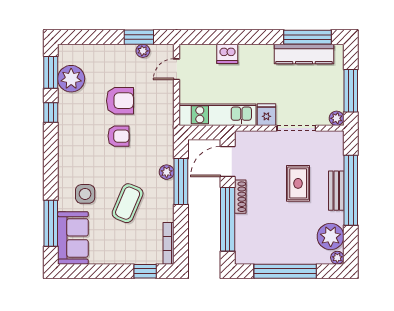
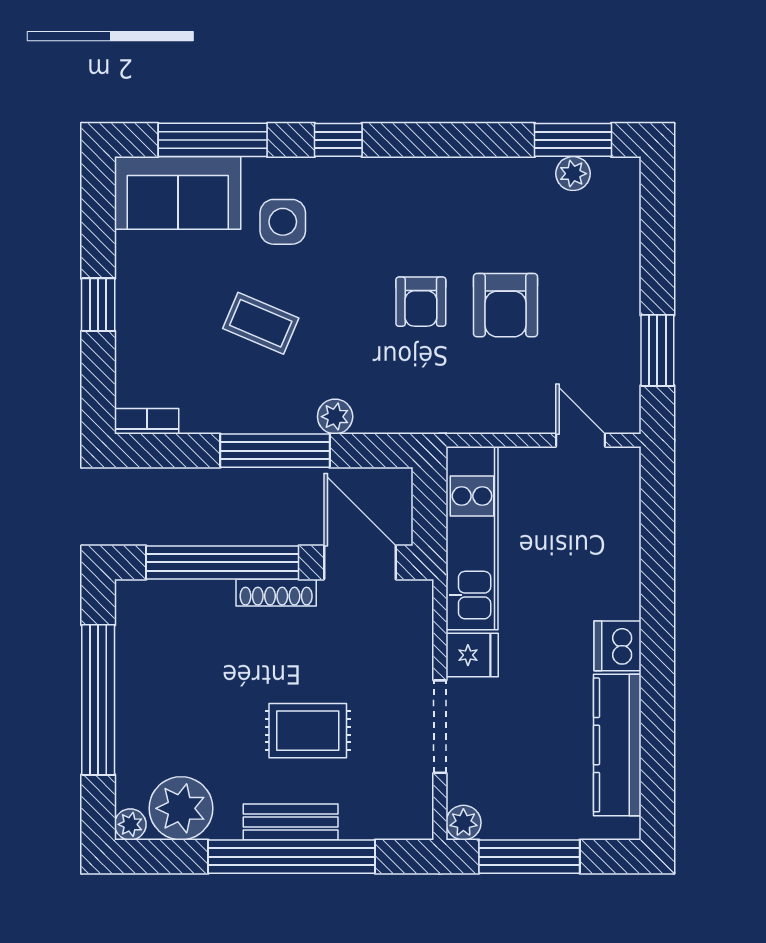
window: (307, 37) -> (657, 753), removed
plant: (143, 51) -> (625, 360), removed
dishwasher: (227, 54) -> (617, 646), moved
plant: (71, 79) -> (573, 174), width x0.53, depth x0.53
window: (51, 113) -> (338, 140), moved
window: (181, 182) -> (275, 451), moved
coffee table: (128, 203) -> (261, 323), width x0.73, depth x0.77
bookcase: (169, 243) -> (147, 421), width x0.64
window: (145, 271) -> (98, 305), moved

